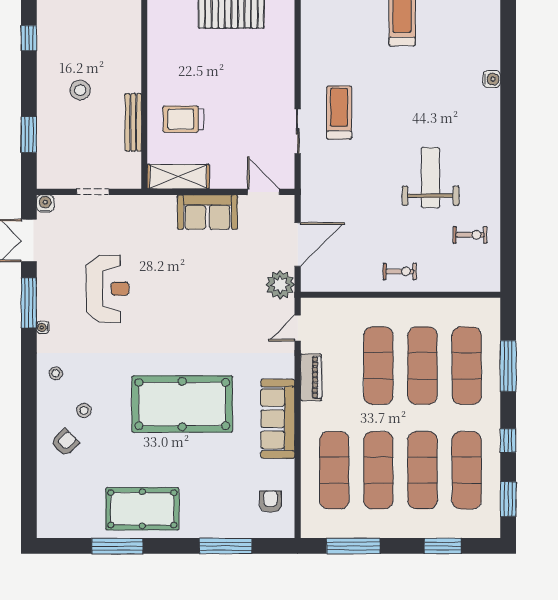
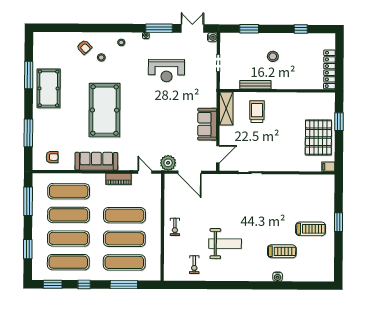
treadmill: (339, 113) -> (282, 251), moved

